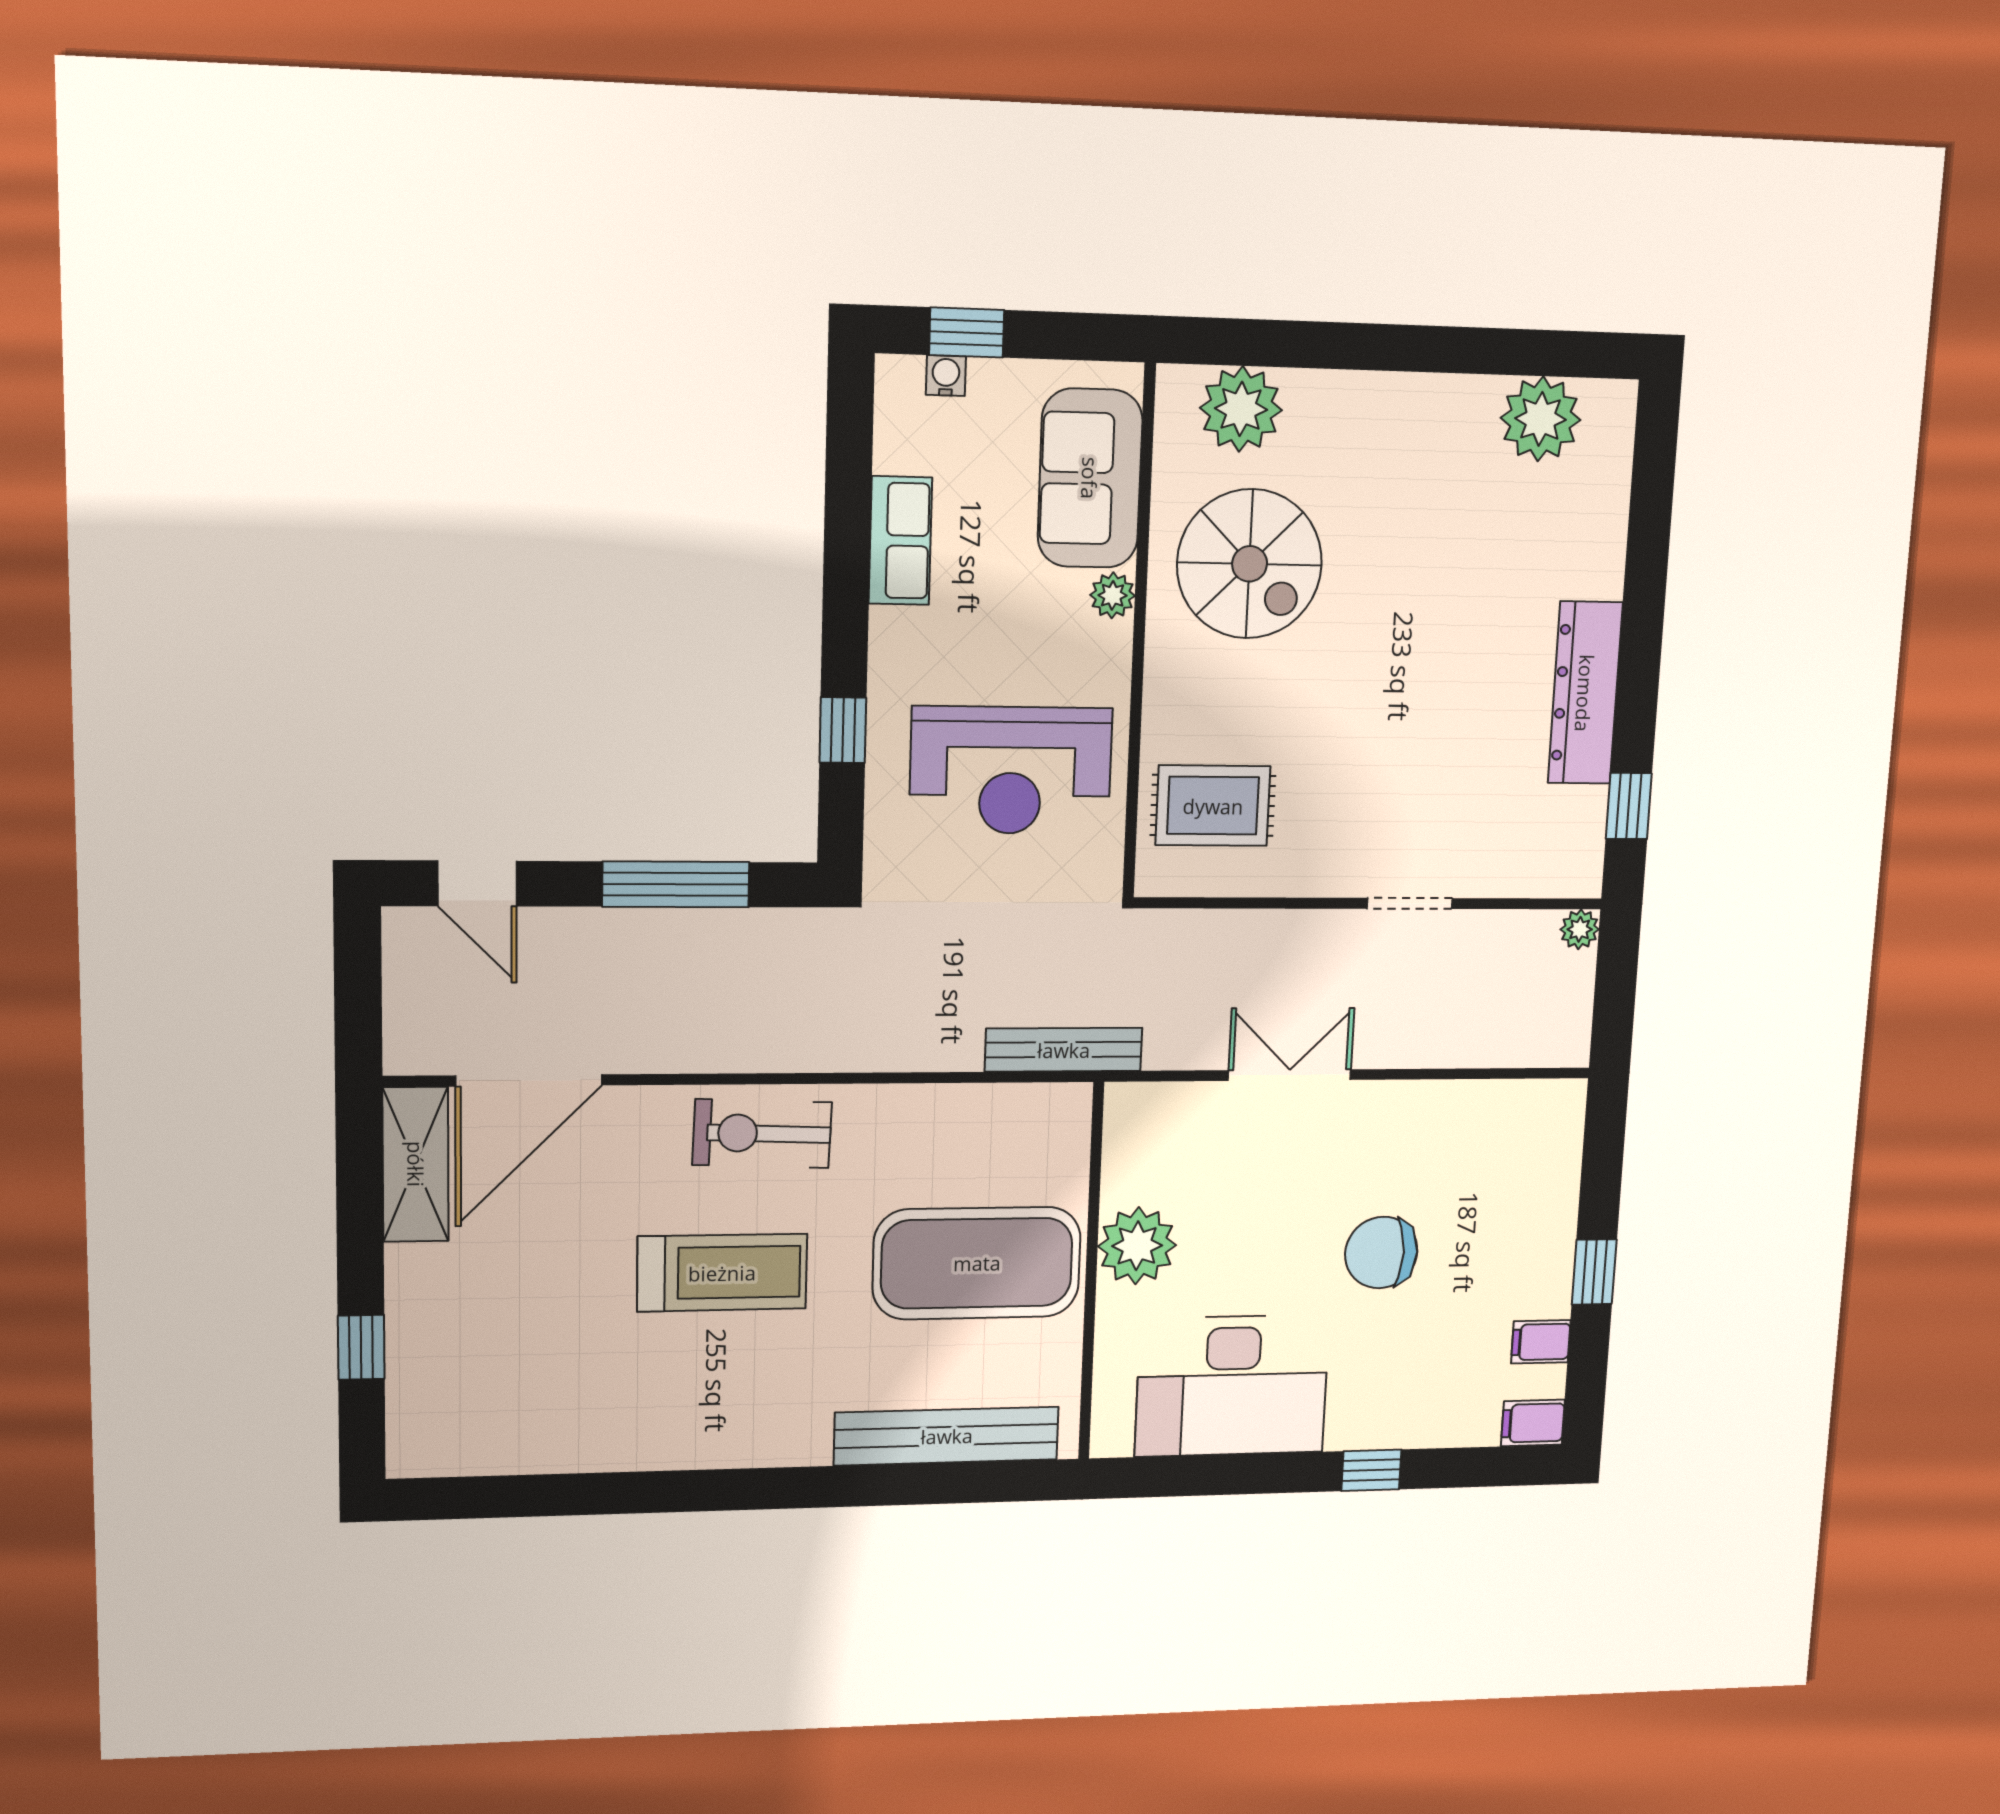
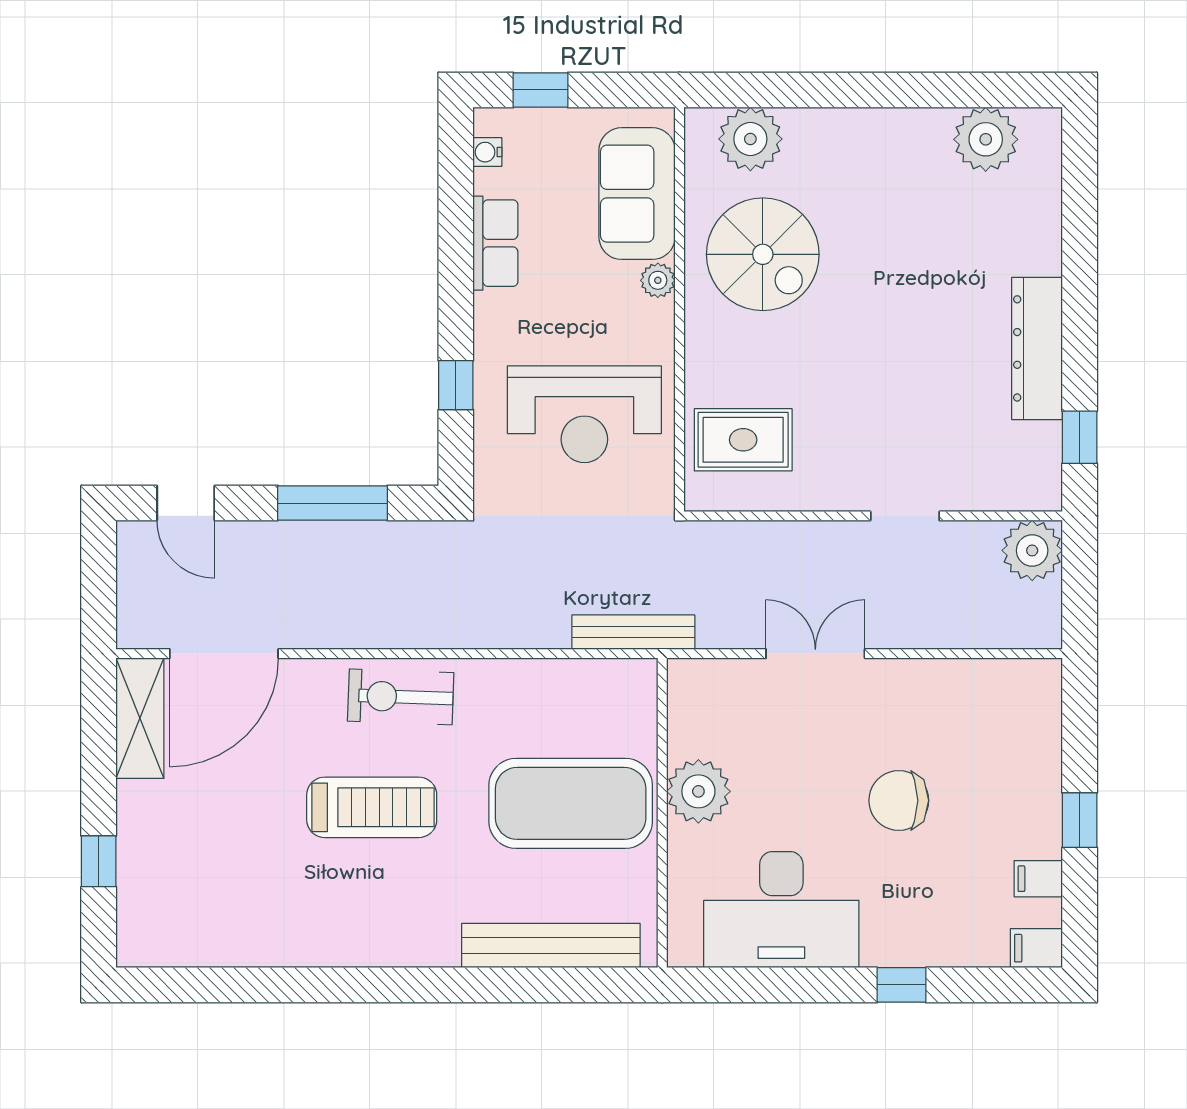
water cooler: (946, 376) -> (487, 152), moved, turned -90
plant: (1580, 929) -> (1032, 550), width x1.87, depth x1.87

